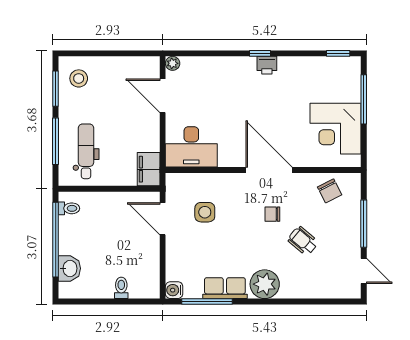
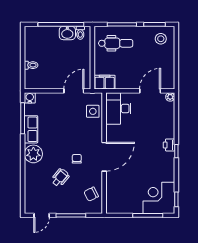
printer: (267, 65) -> (169, 145), moved
corner desk: (335, 129) -> (159, 198), moved
side table: (205, 212) -> (93, 111), moved
washbasin: (69, 268) -> (67, 33), moved

